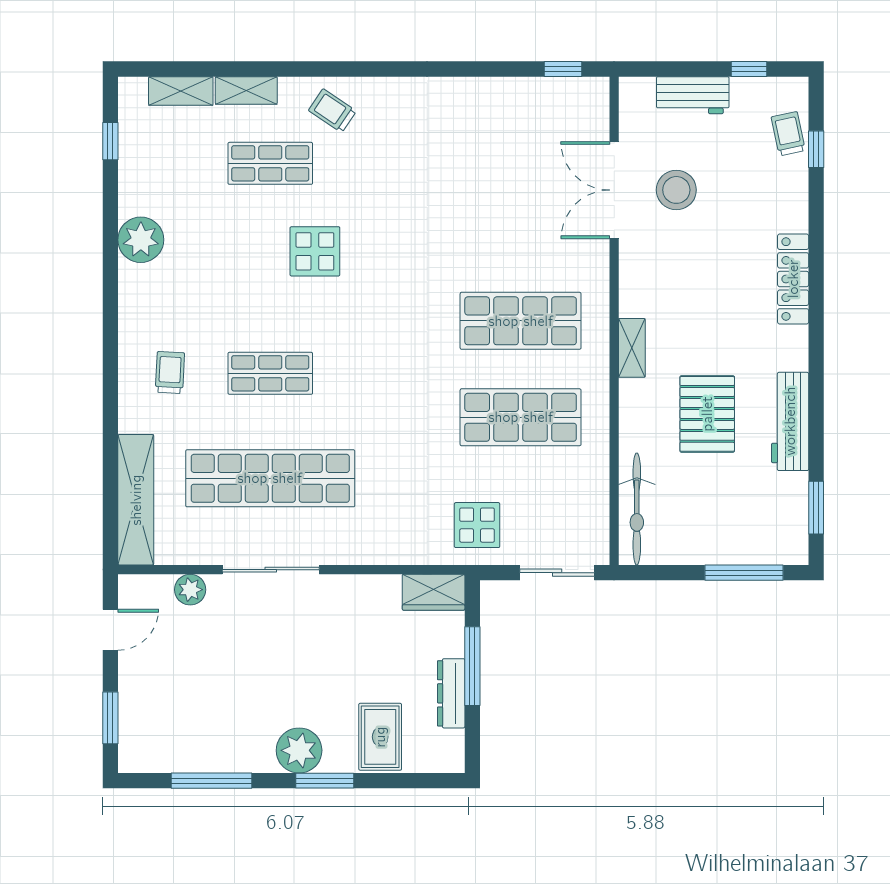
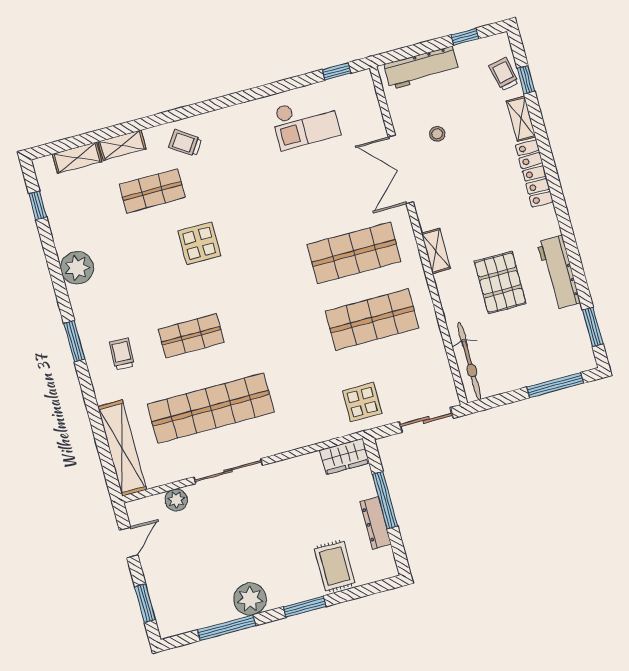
workbench: (693, 95) -> (422, 68), width x1.37
checkout: (503, 126) -> (305, 122), added
double door: (614, 190) -> (401, 170), moved
stool: (676, 190) -> (437, 134), width x0.53, depth x0.53
shelving: (795, 200) -> (521, 119), added
window: (110, 338) -> (74, 341), added
plant: (299, 750) -> (250, 599), moved

